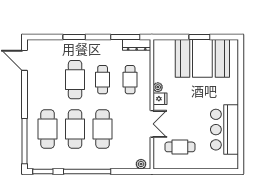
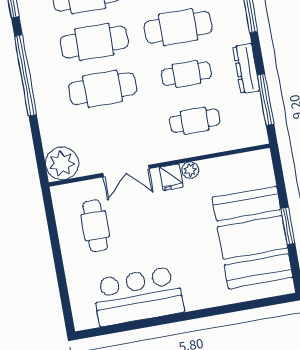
dresser: (137, 45) -> (246, 68), moved
plant: (141, 164) -> (62, 163), width x1.87, depth x1.87

